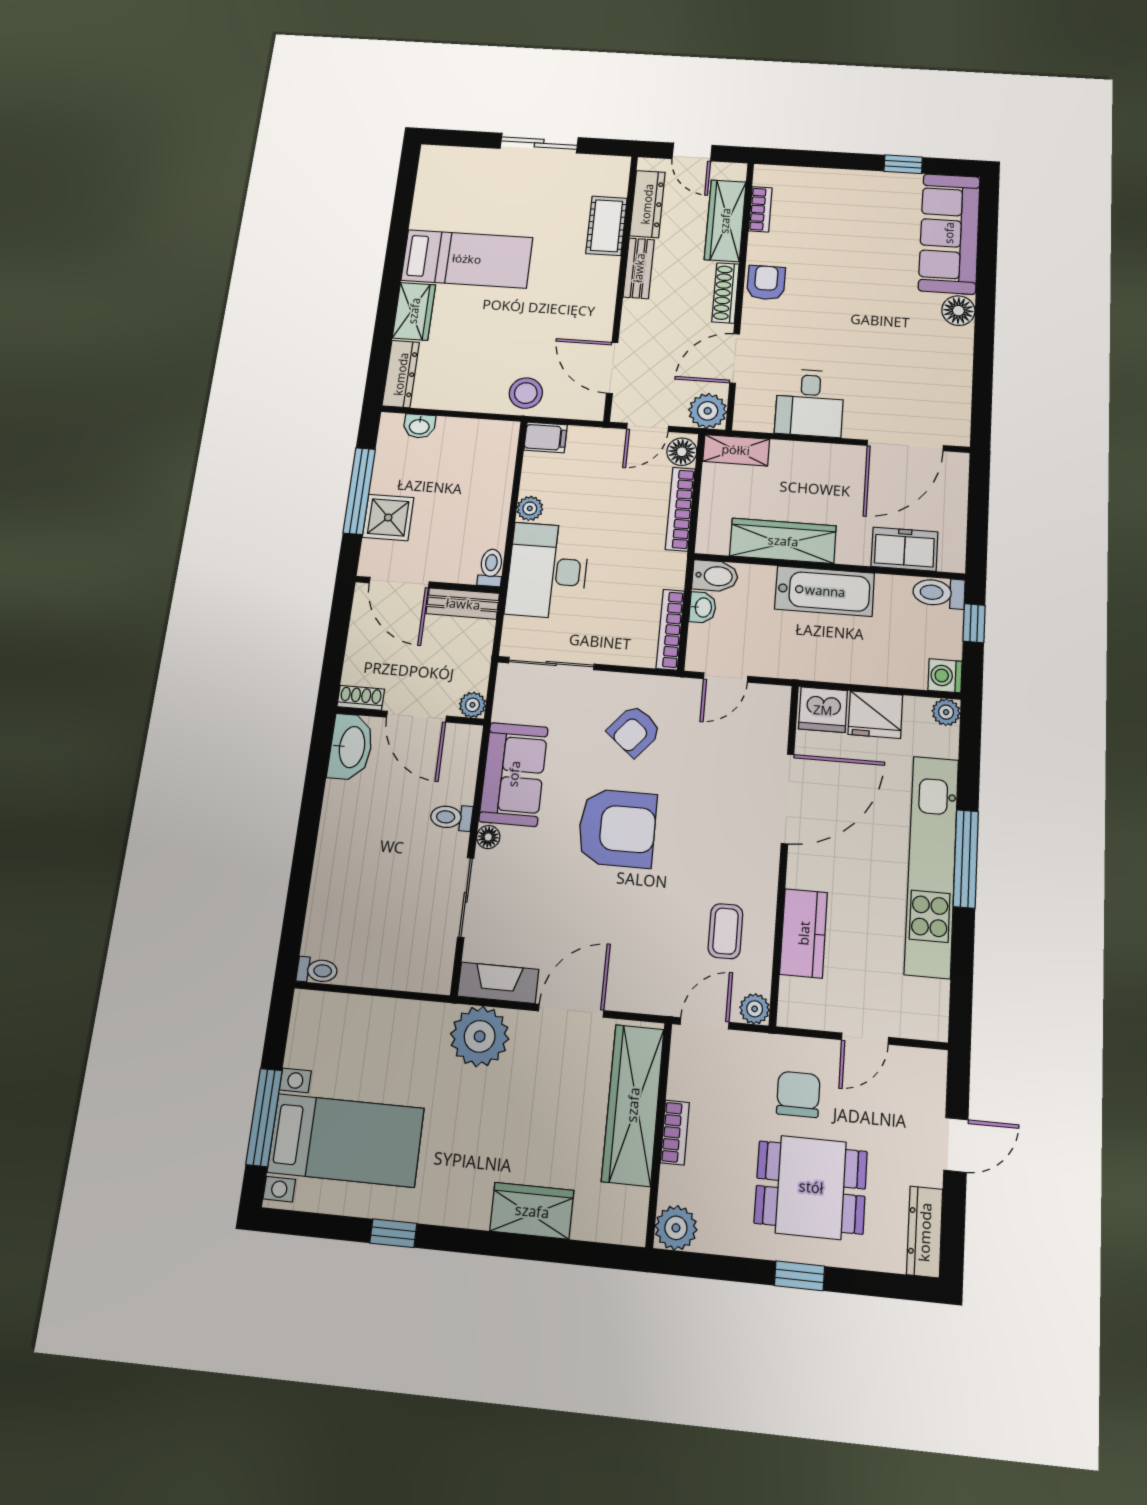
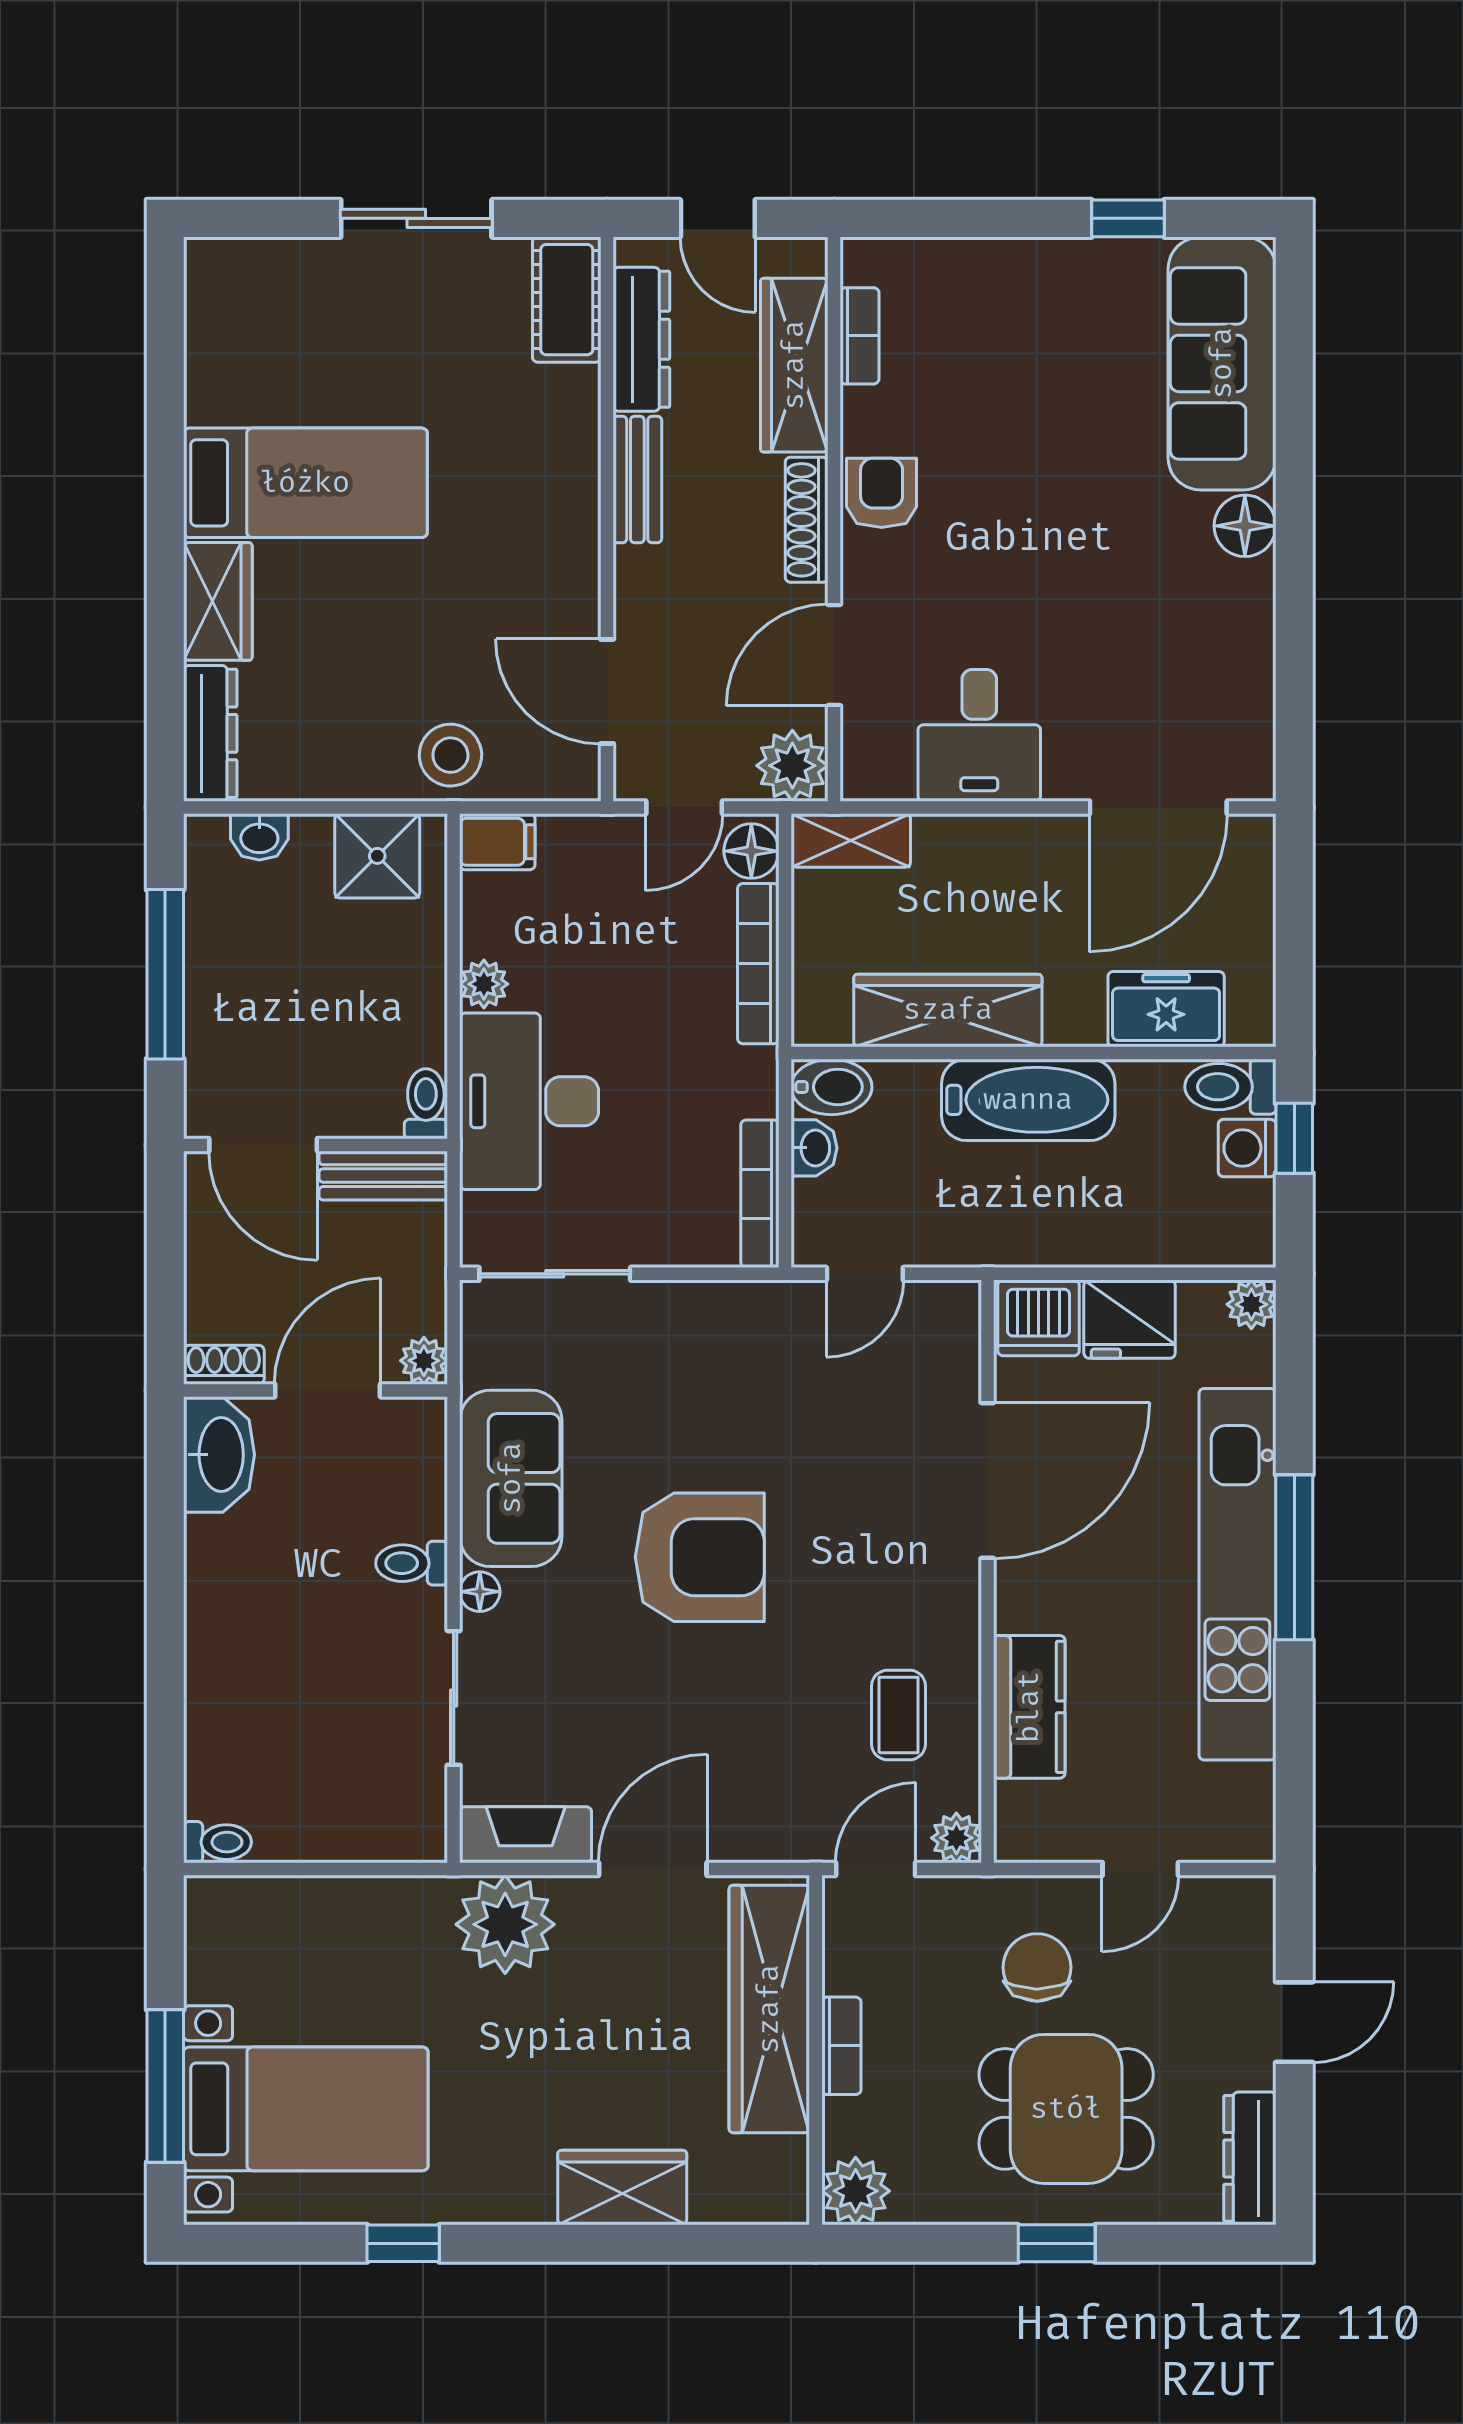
cot: (606, 226) -> (567, 300), moved
shower: (388, 518) -> (377, 856), moved
washing machine: (945, 676) -> (1247, 1148), moved
door: (416, 717) -> (328, 1390), swing flipped
armchair: (634, 731) -> (713, 1383), removed

